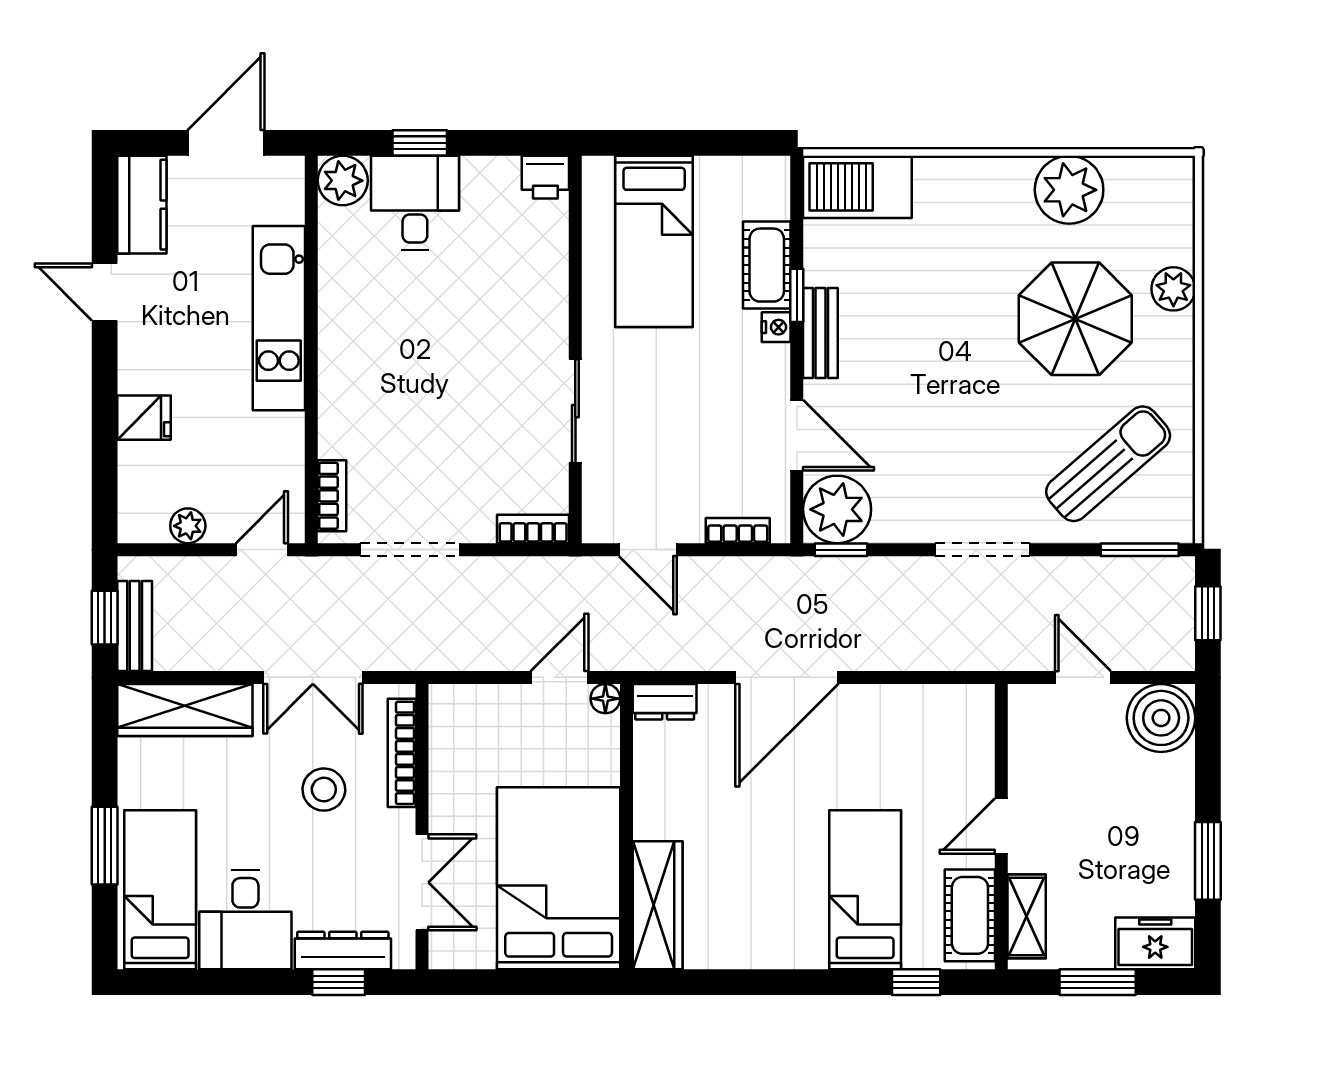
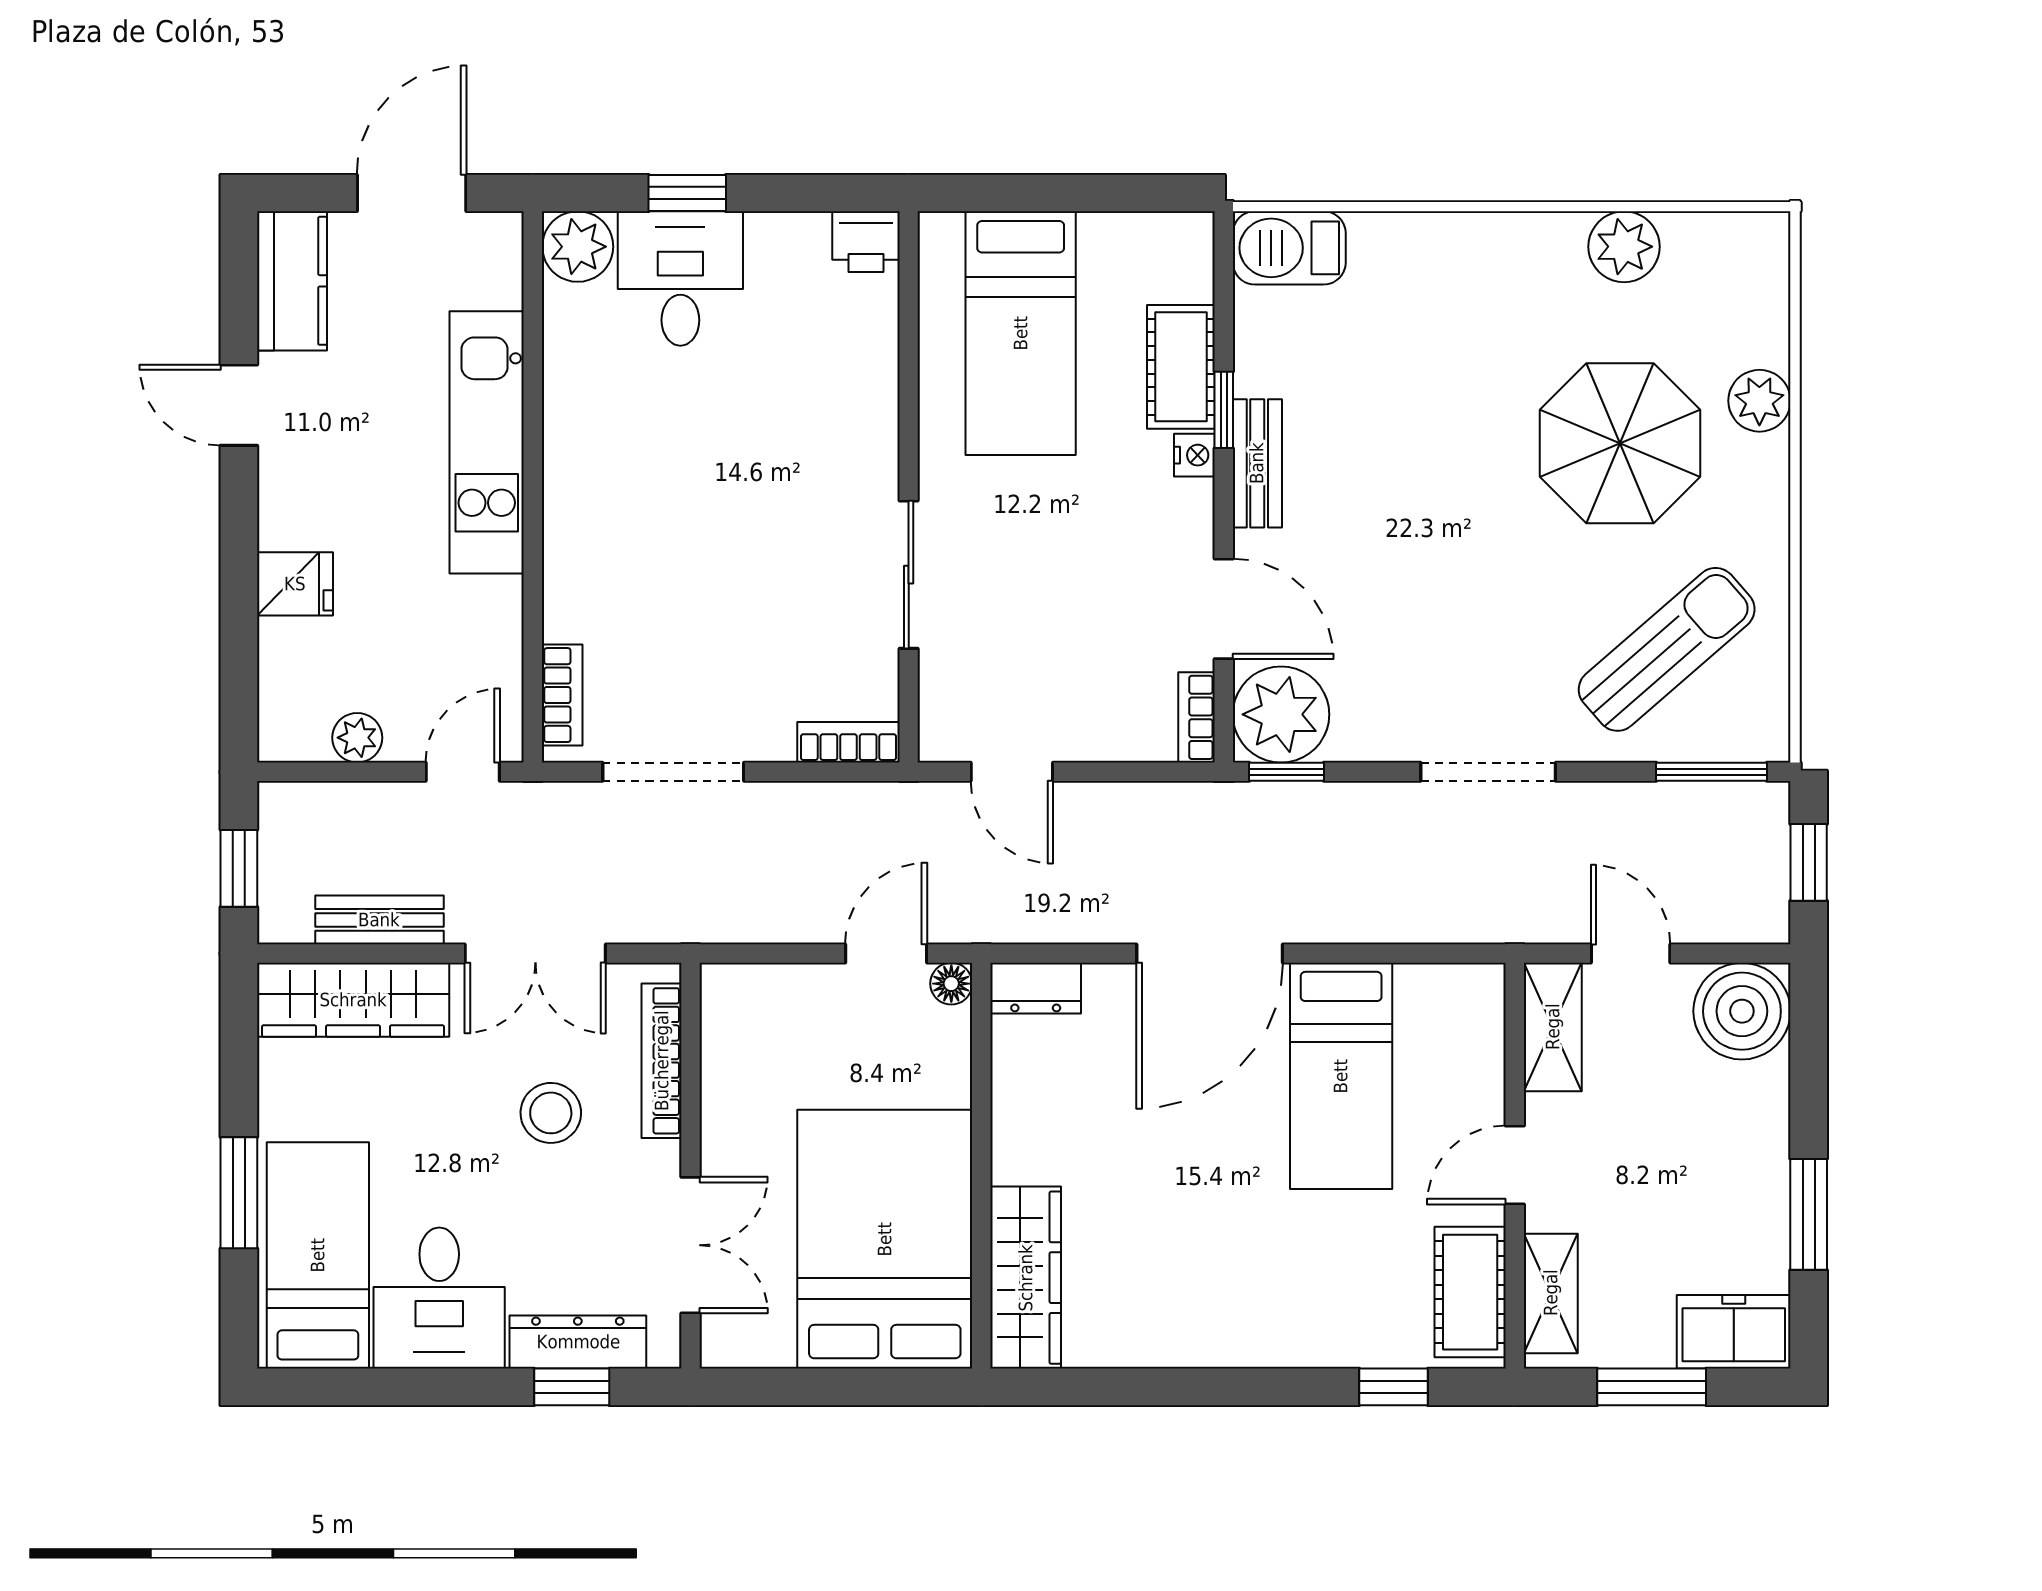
barbecue: (857, 187) -> (1289, 248), width x0.73, depth x0.83
plant: (1069, 190) -> (1624, 247), width x0.73, depth x0.73
bookcase: (738, 531) -> (1197, 717), moved, turned -90
bench: (135, 626) -> (379, 920), moved, turned 90
shelving: (1028, 729) -> (1553, 1027), added
bed: (865, 890) -> (1341, 1076), moved, turned 180

